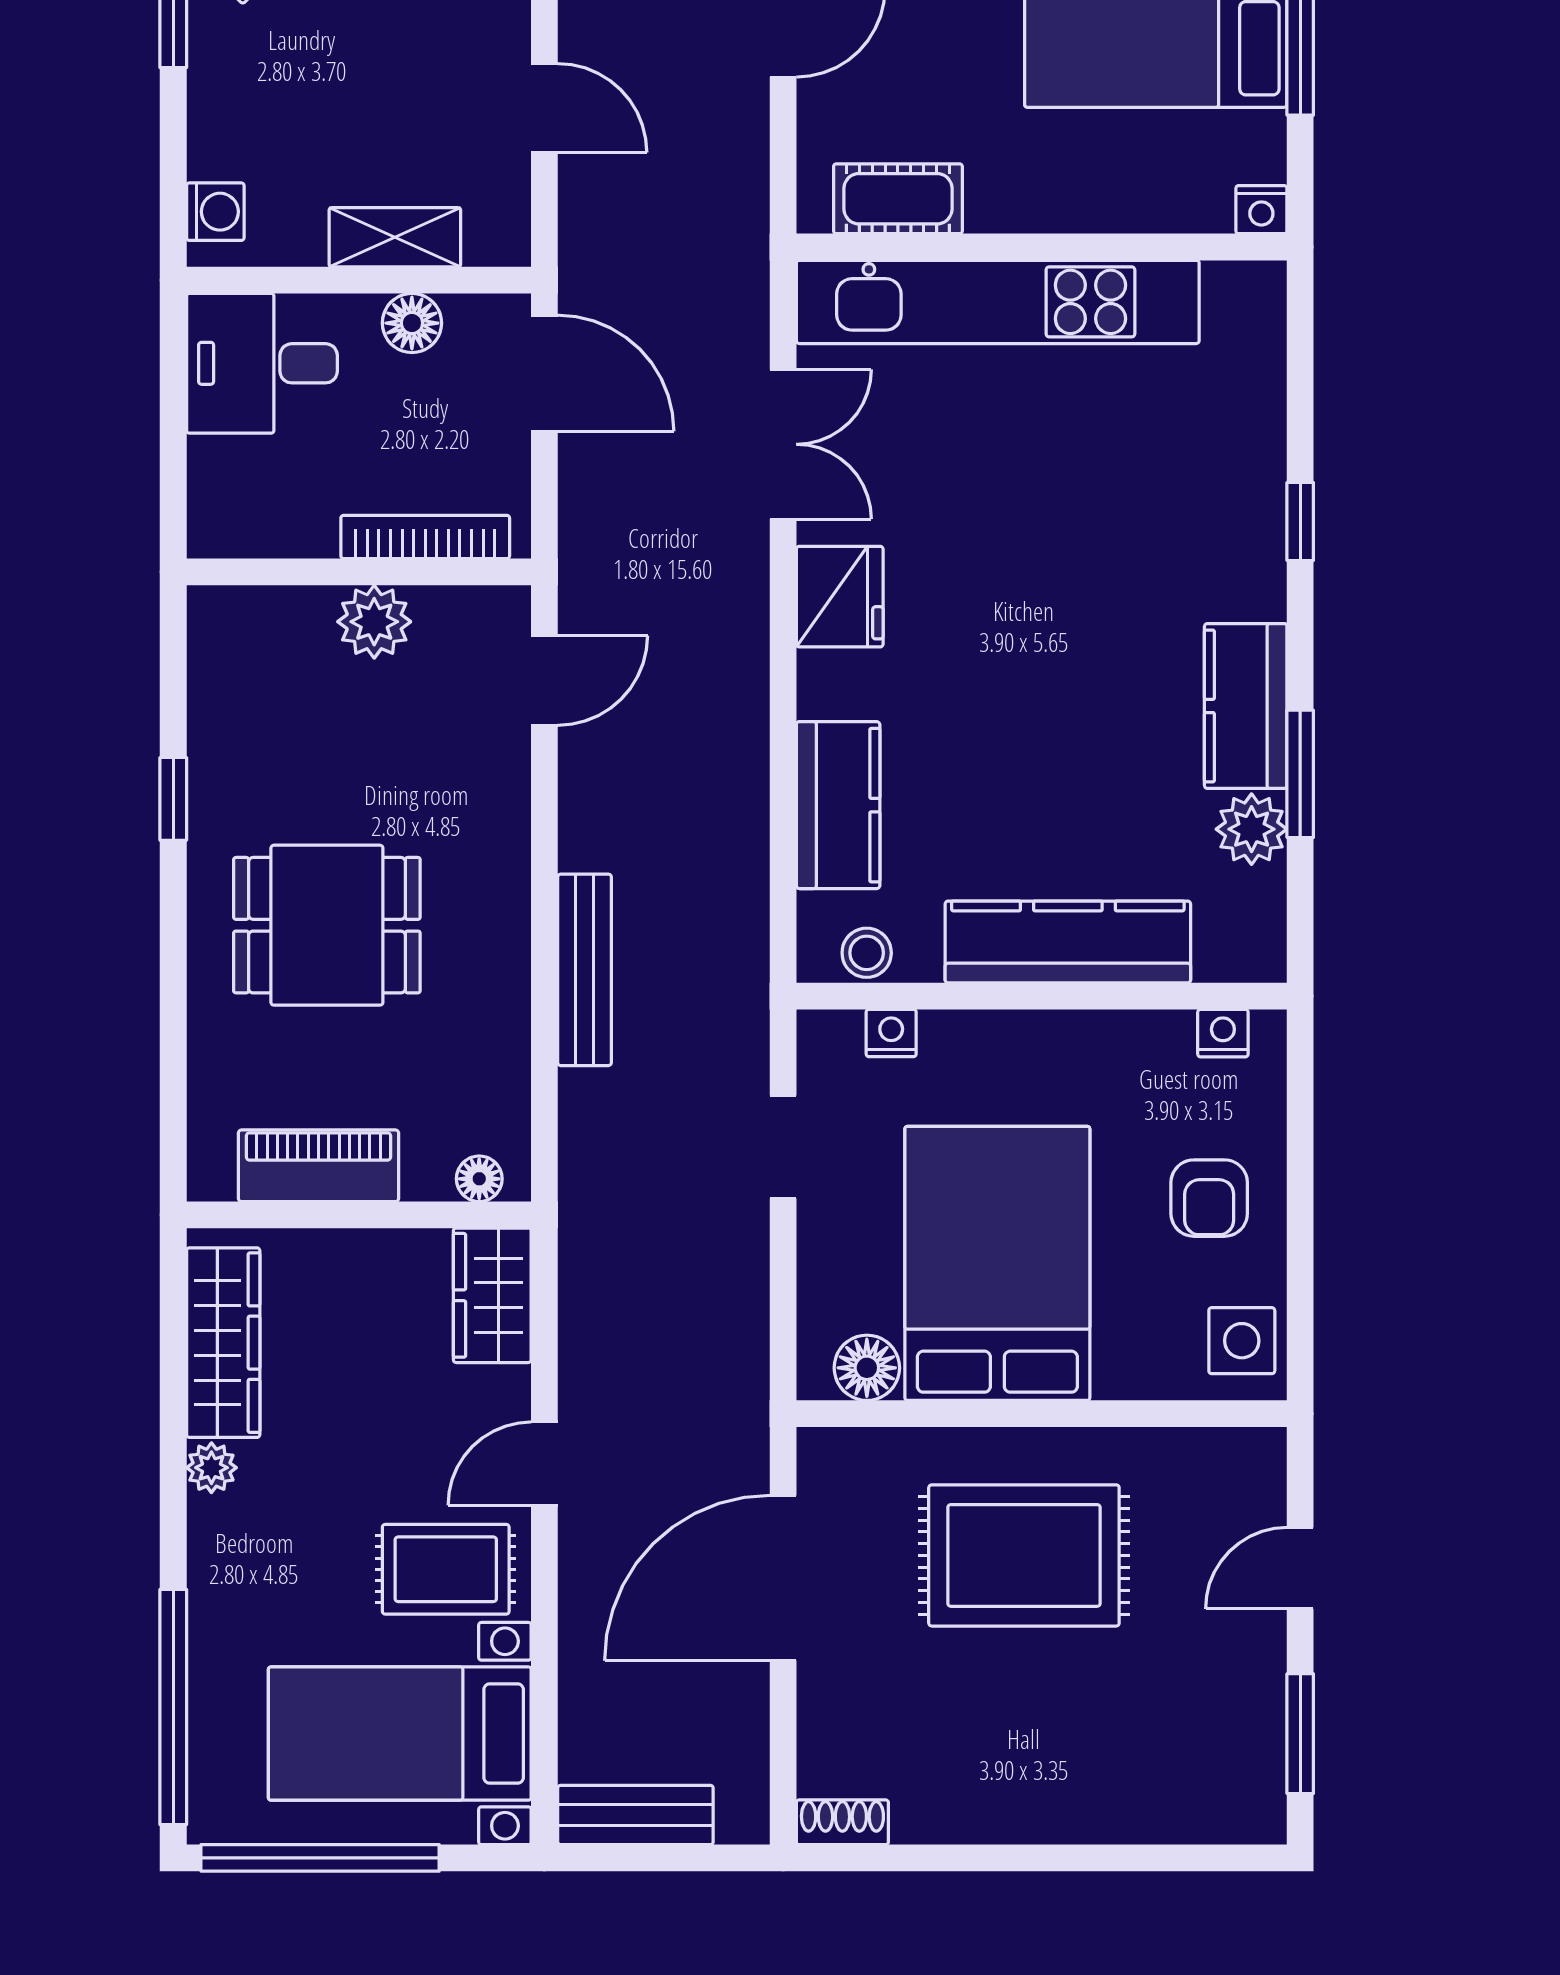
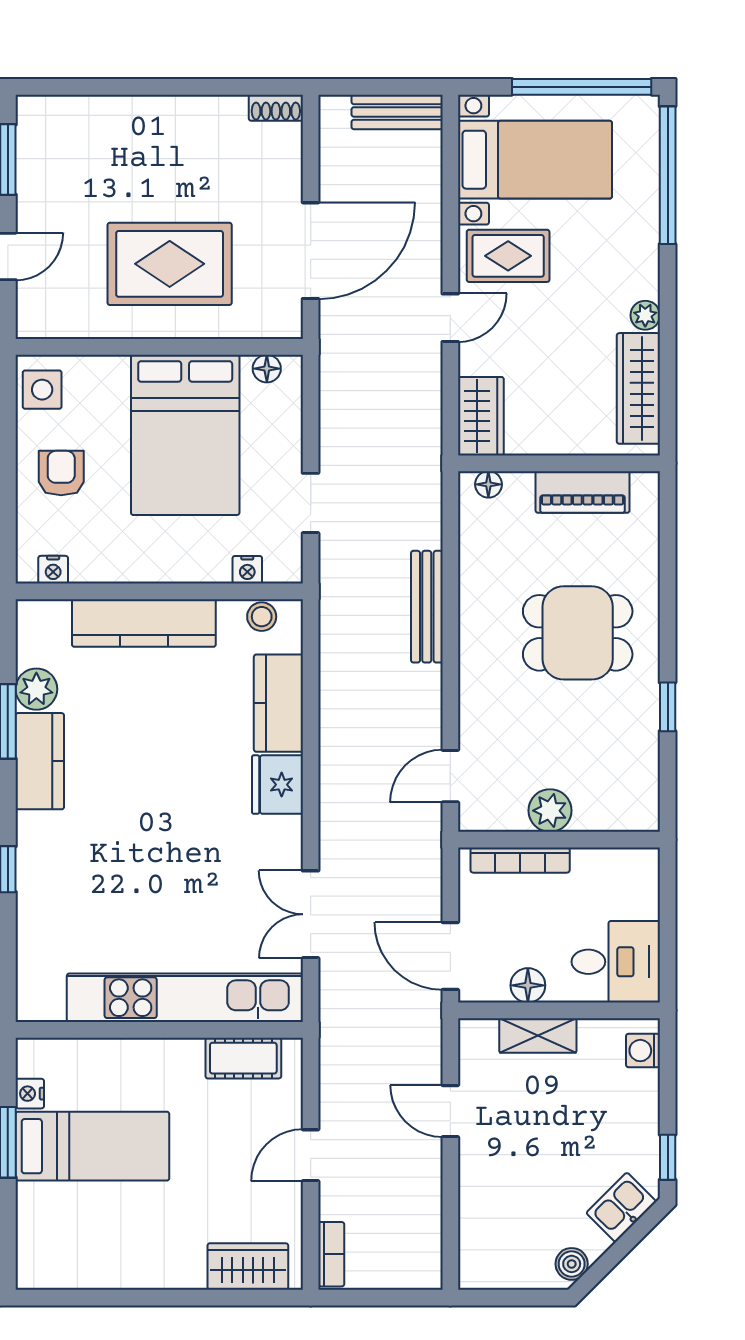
nightstand: (1261, 210) -> (30, 1094), moved, turned -90
fridge: (840, 597) -> (277, 785), moved
floor lamp: (867, 1368) -> (267, 369), width x0.73, depth x0.73

